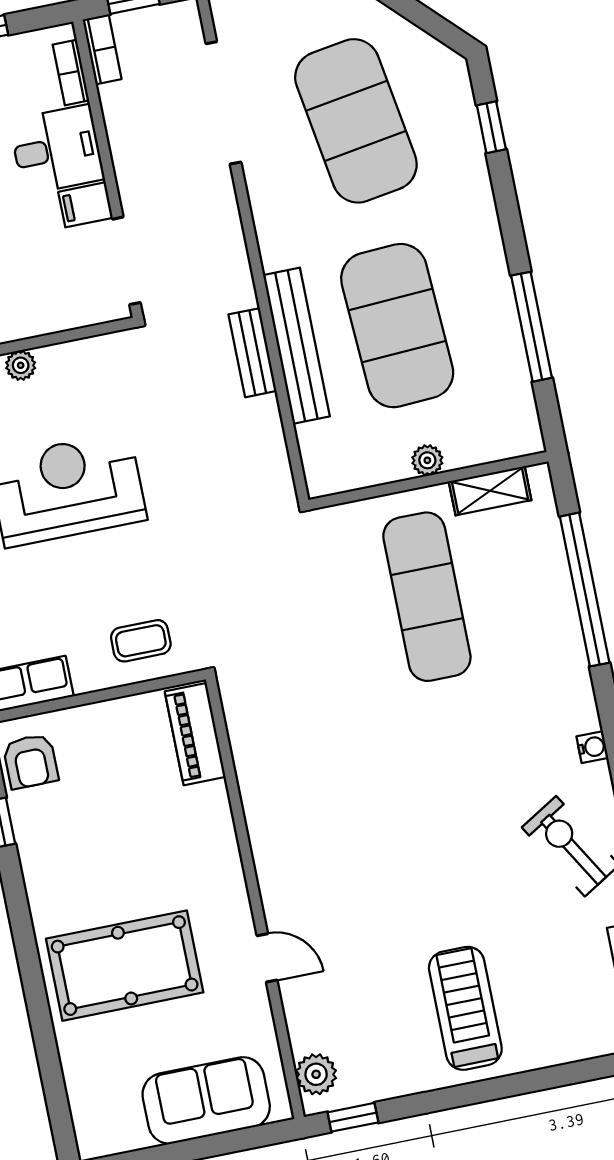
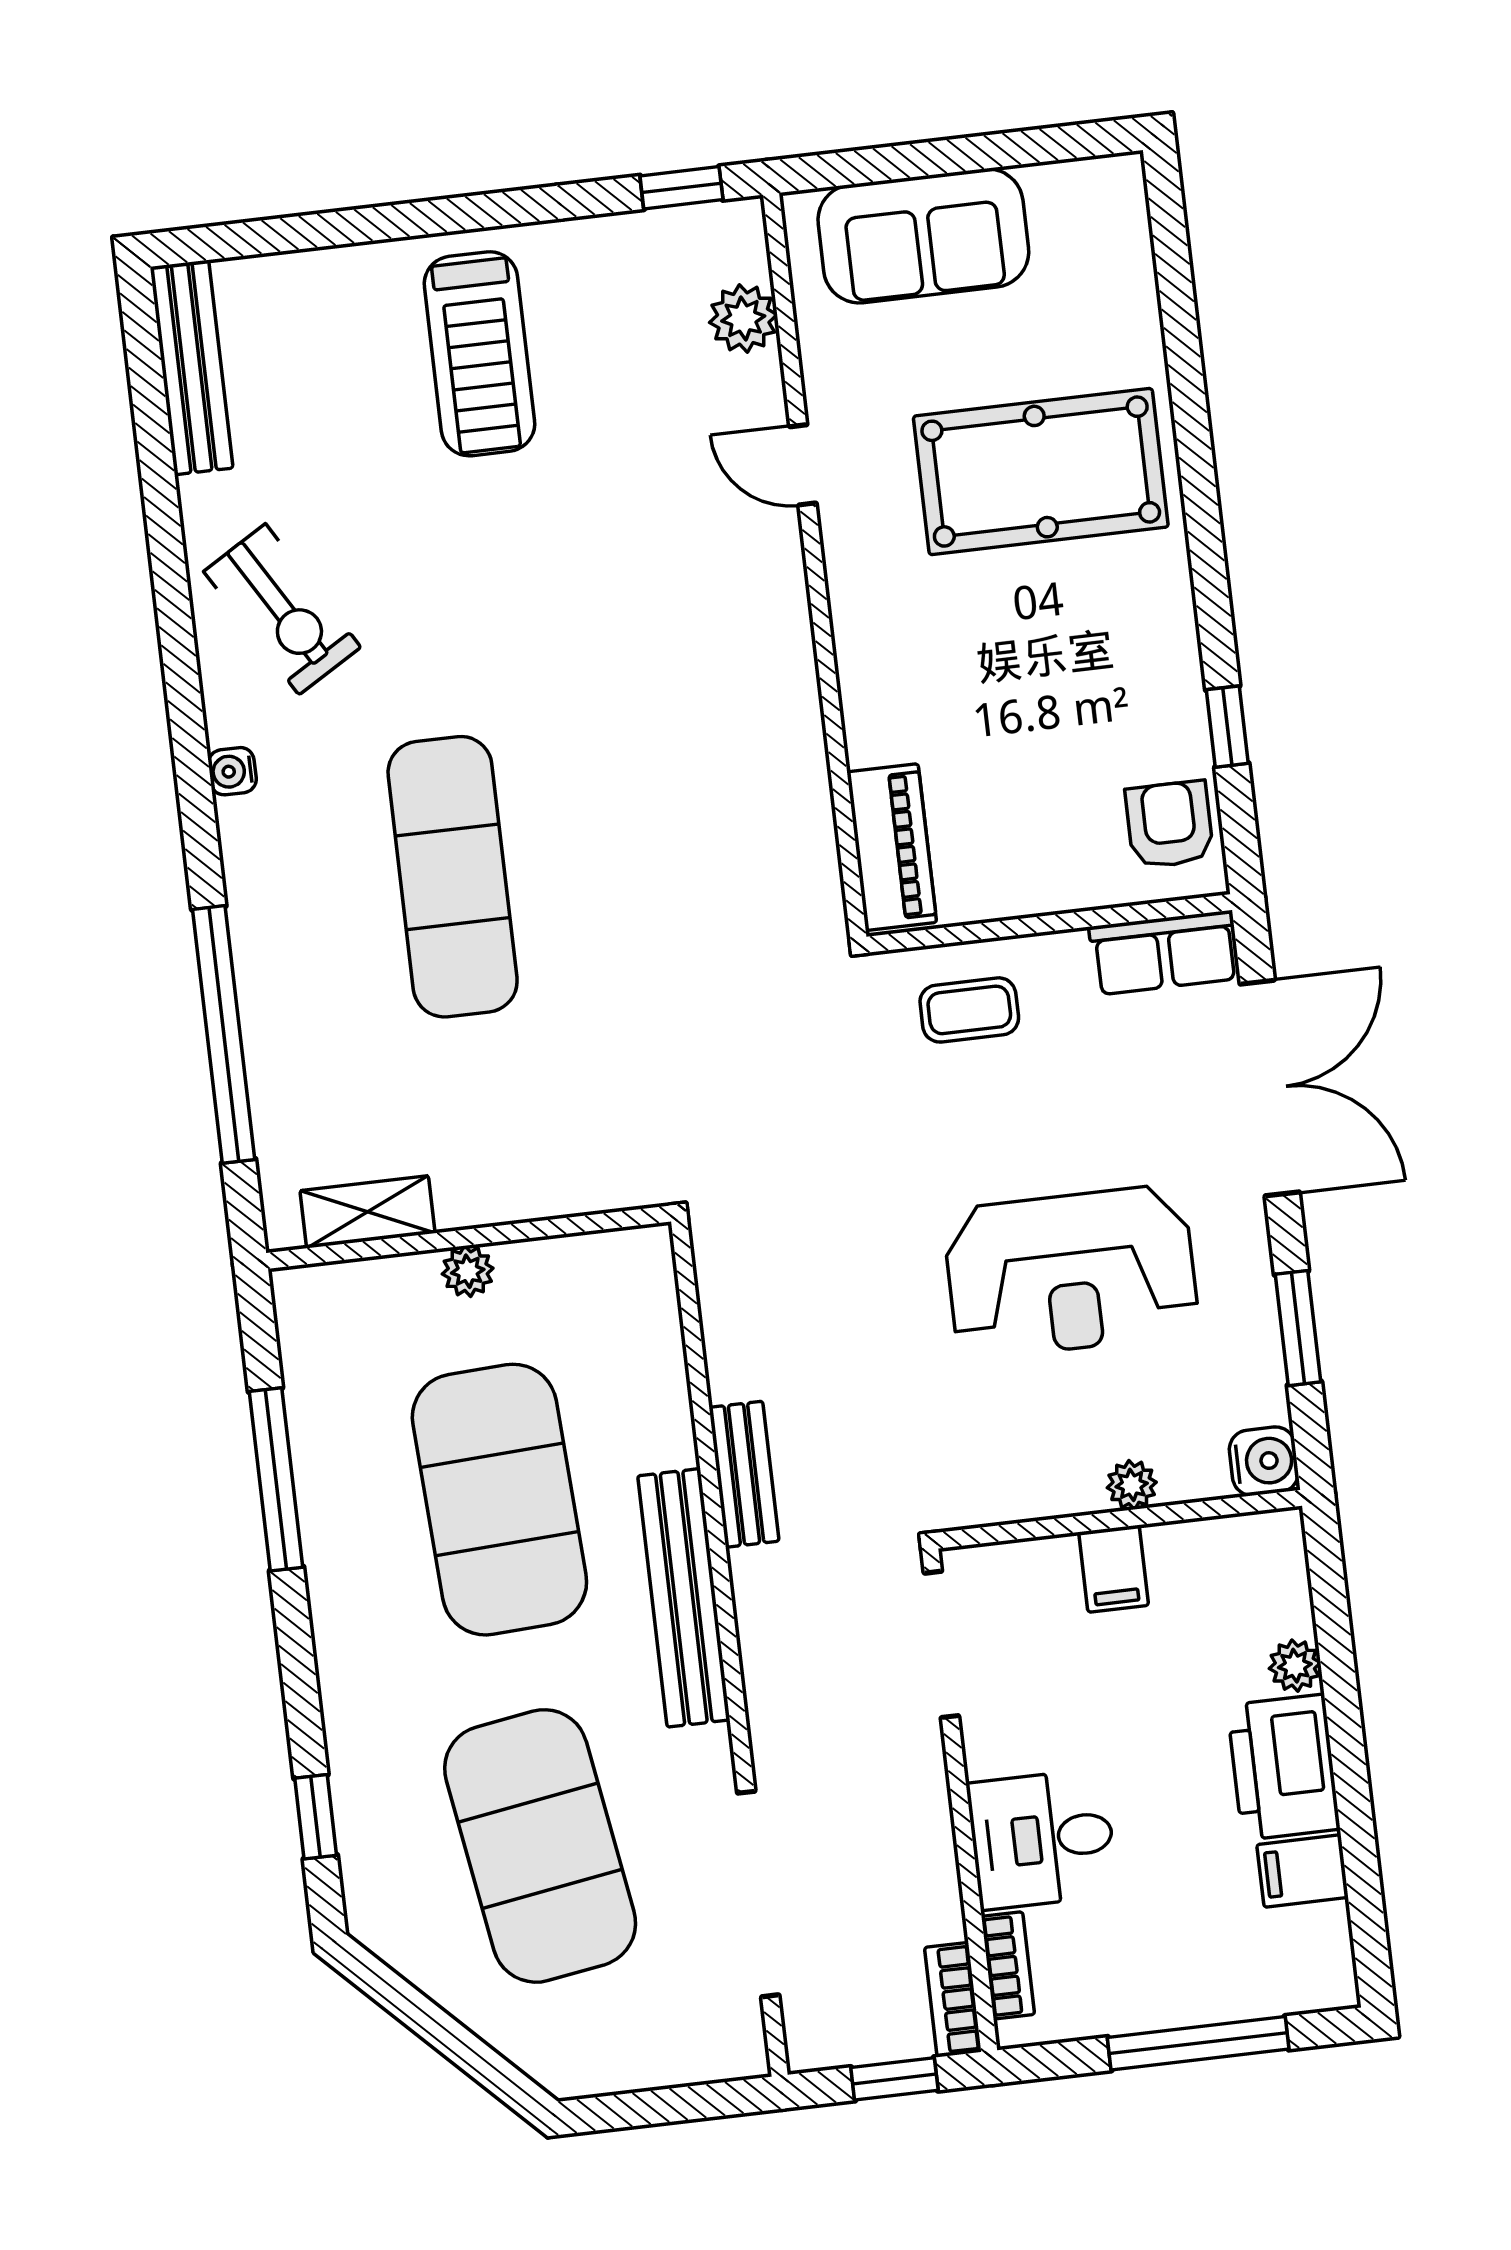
filing cabinet: (86, 205) -> (1114, 1569), moved, turned 90
bench: (296, 346) -> (684, 1598), moved
exercise mat: (427, 597) -> (453, 877), moved
plant: (316, 1074) -> (743, 319), moved

